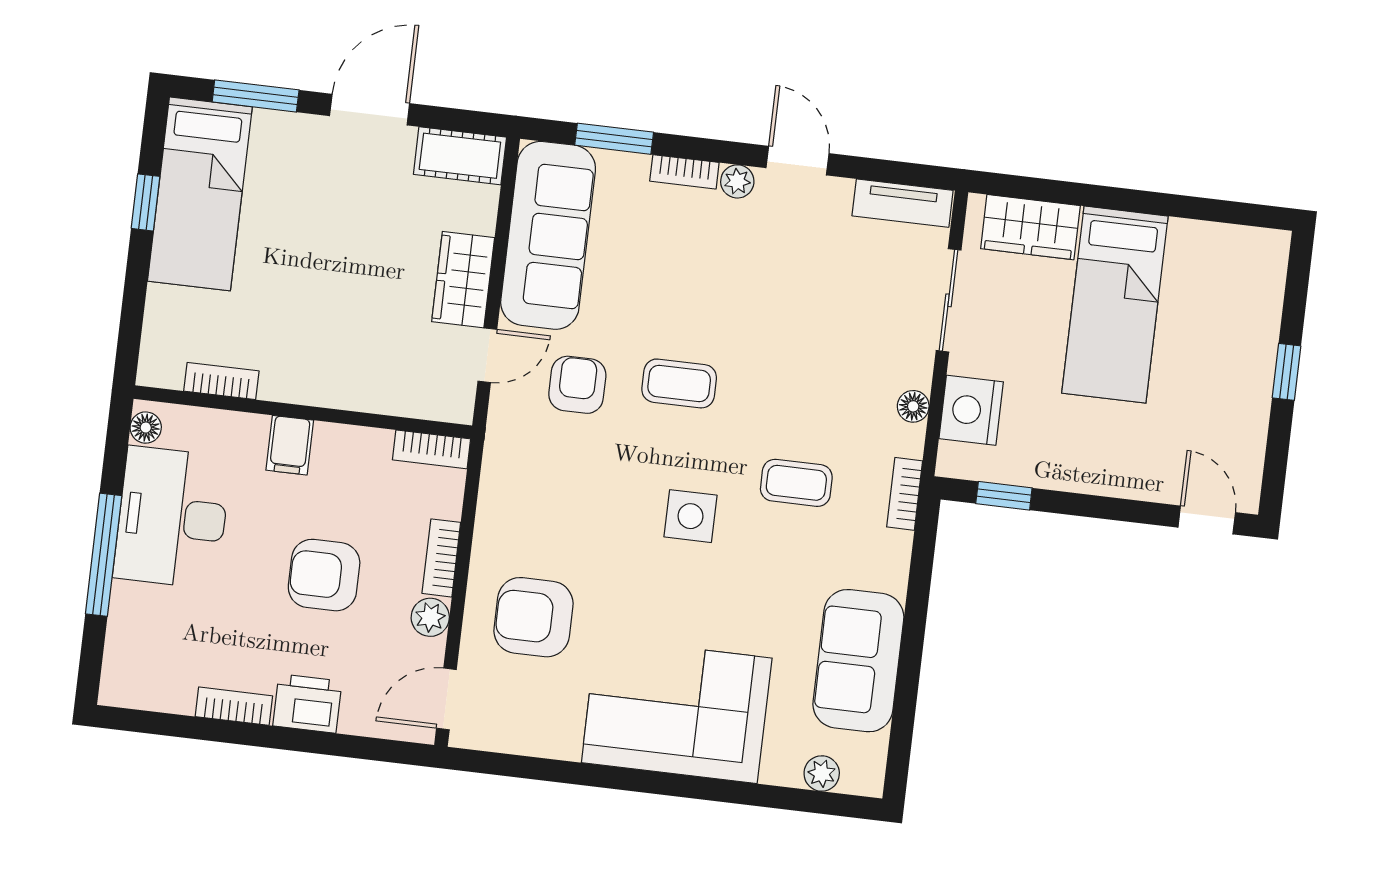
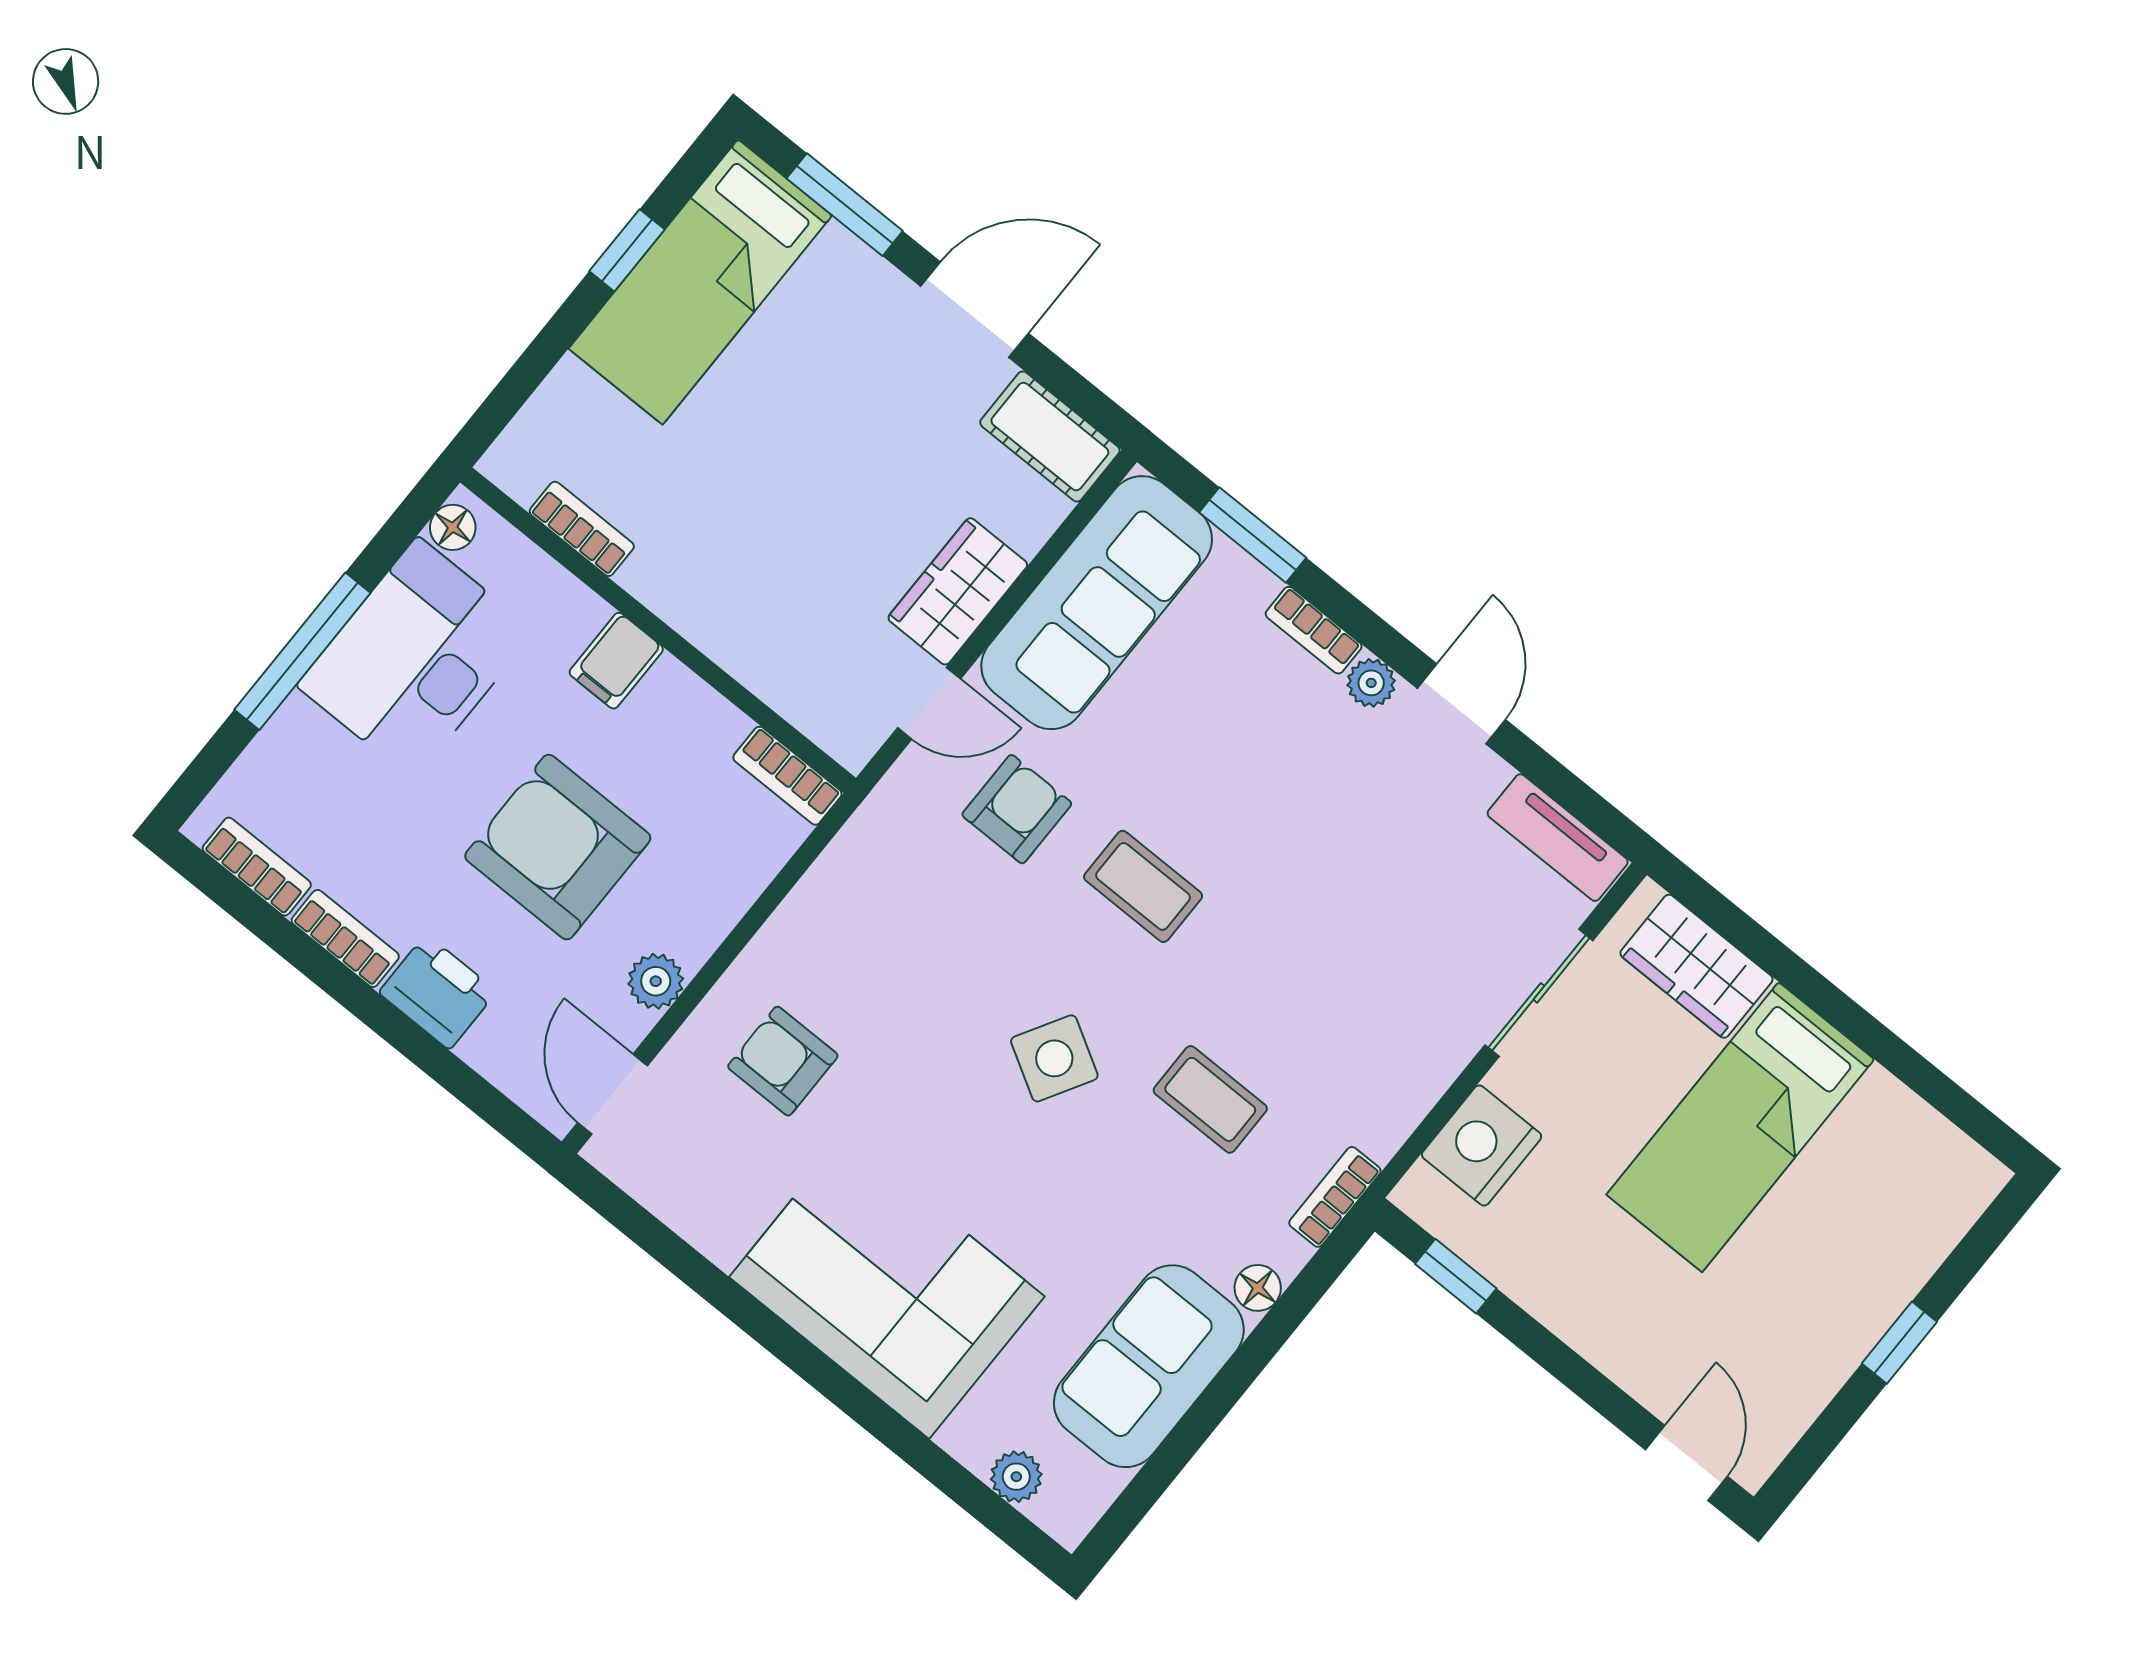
floor lamp: (913, 406) -> (1258, 1288), moved
side table: (690, 516) -> (1054, 1058), turned 30
bookcase: (441, 558) -> (257, 867), moved, turned 90
armchair: (324, 575) -> (558, 847), width x1.36, depth x1.36
armchair: (533, 617) -> (783, 1061), width x0.72, depth x0.72
door: (446, 699) -> (612, 1094), hinge flipped

